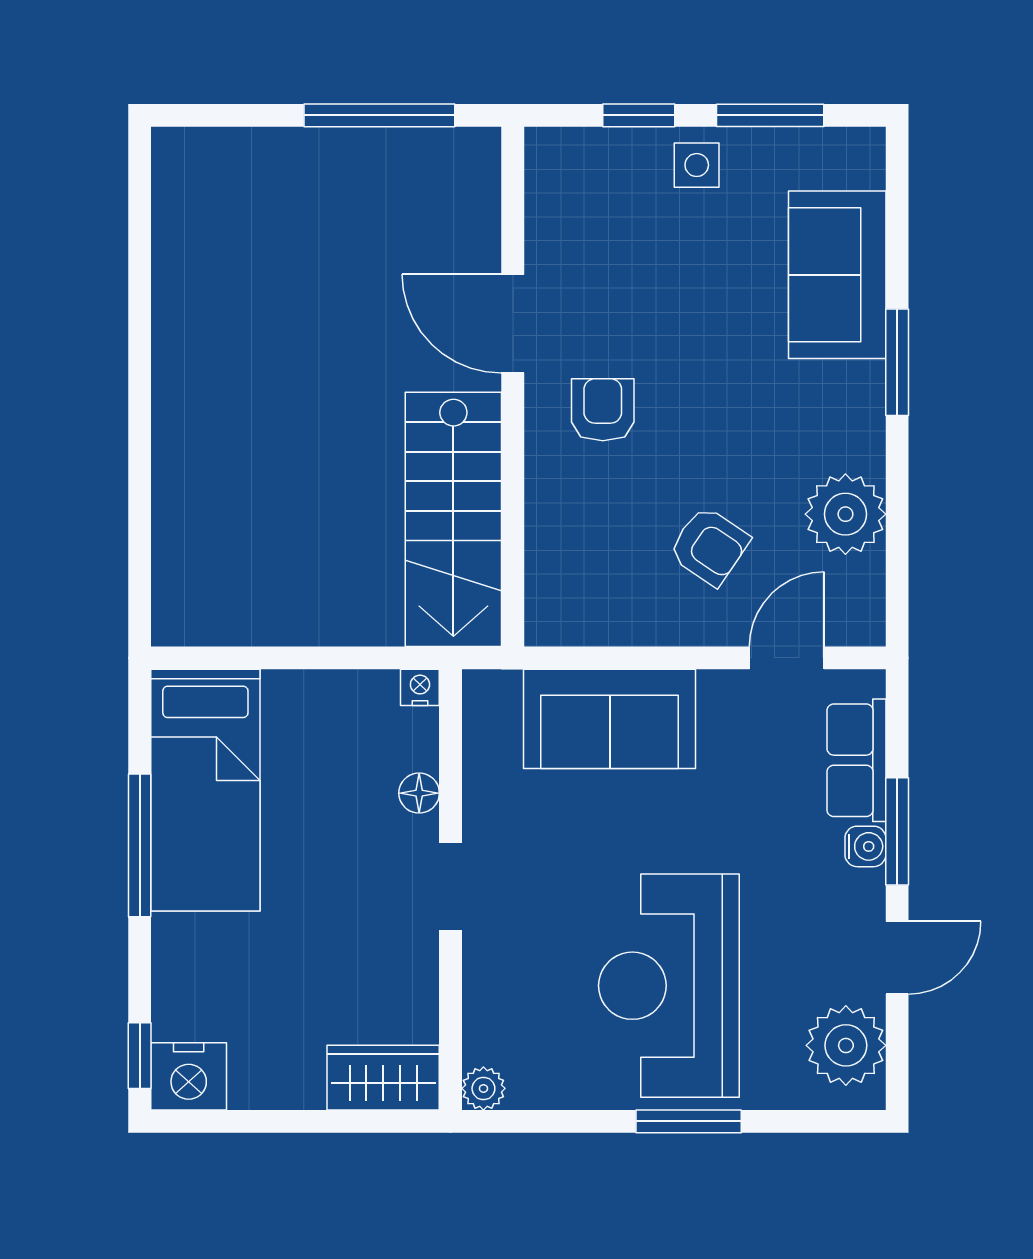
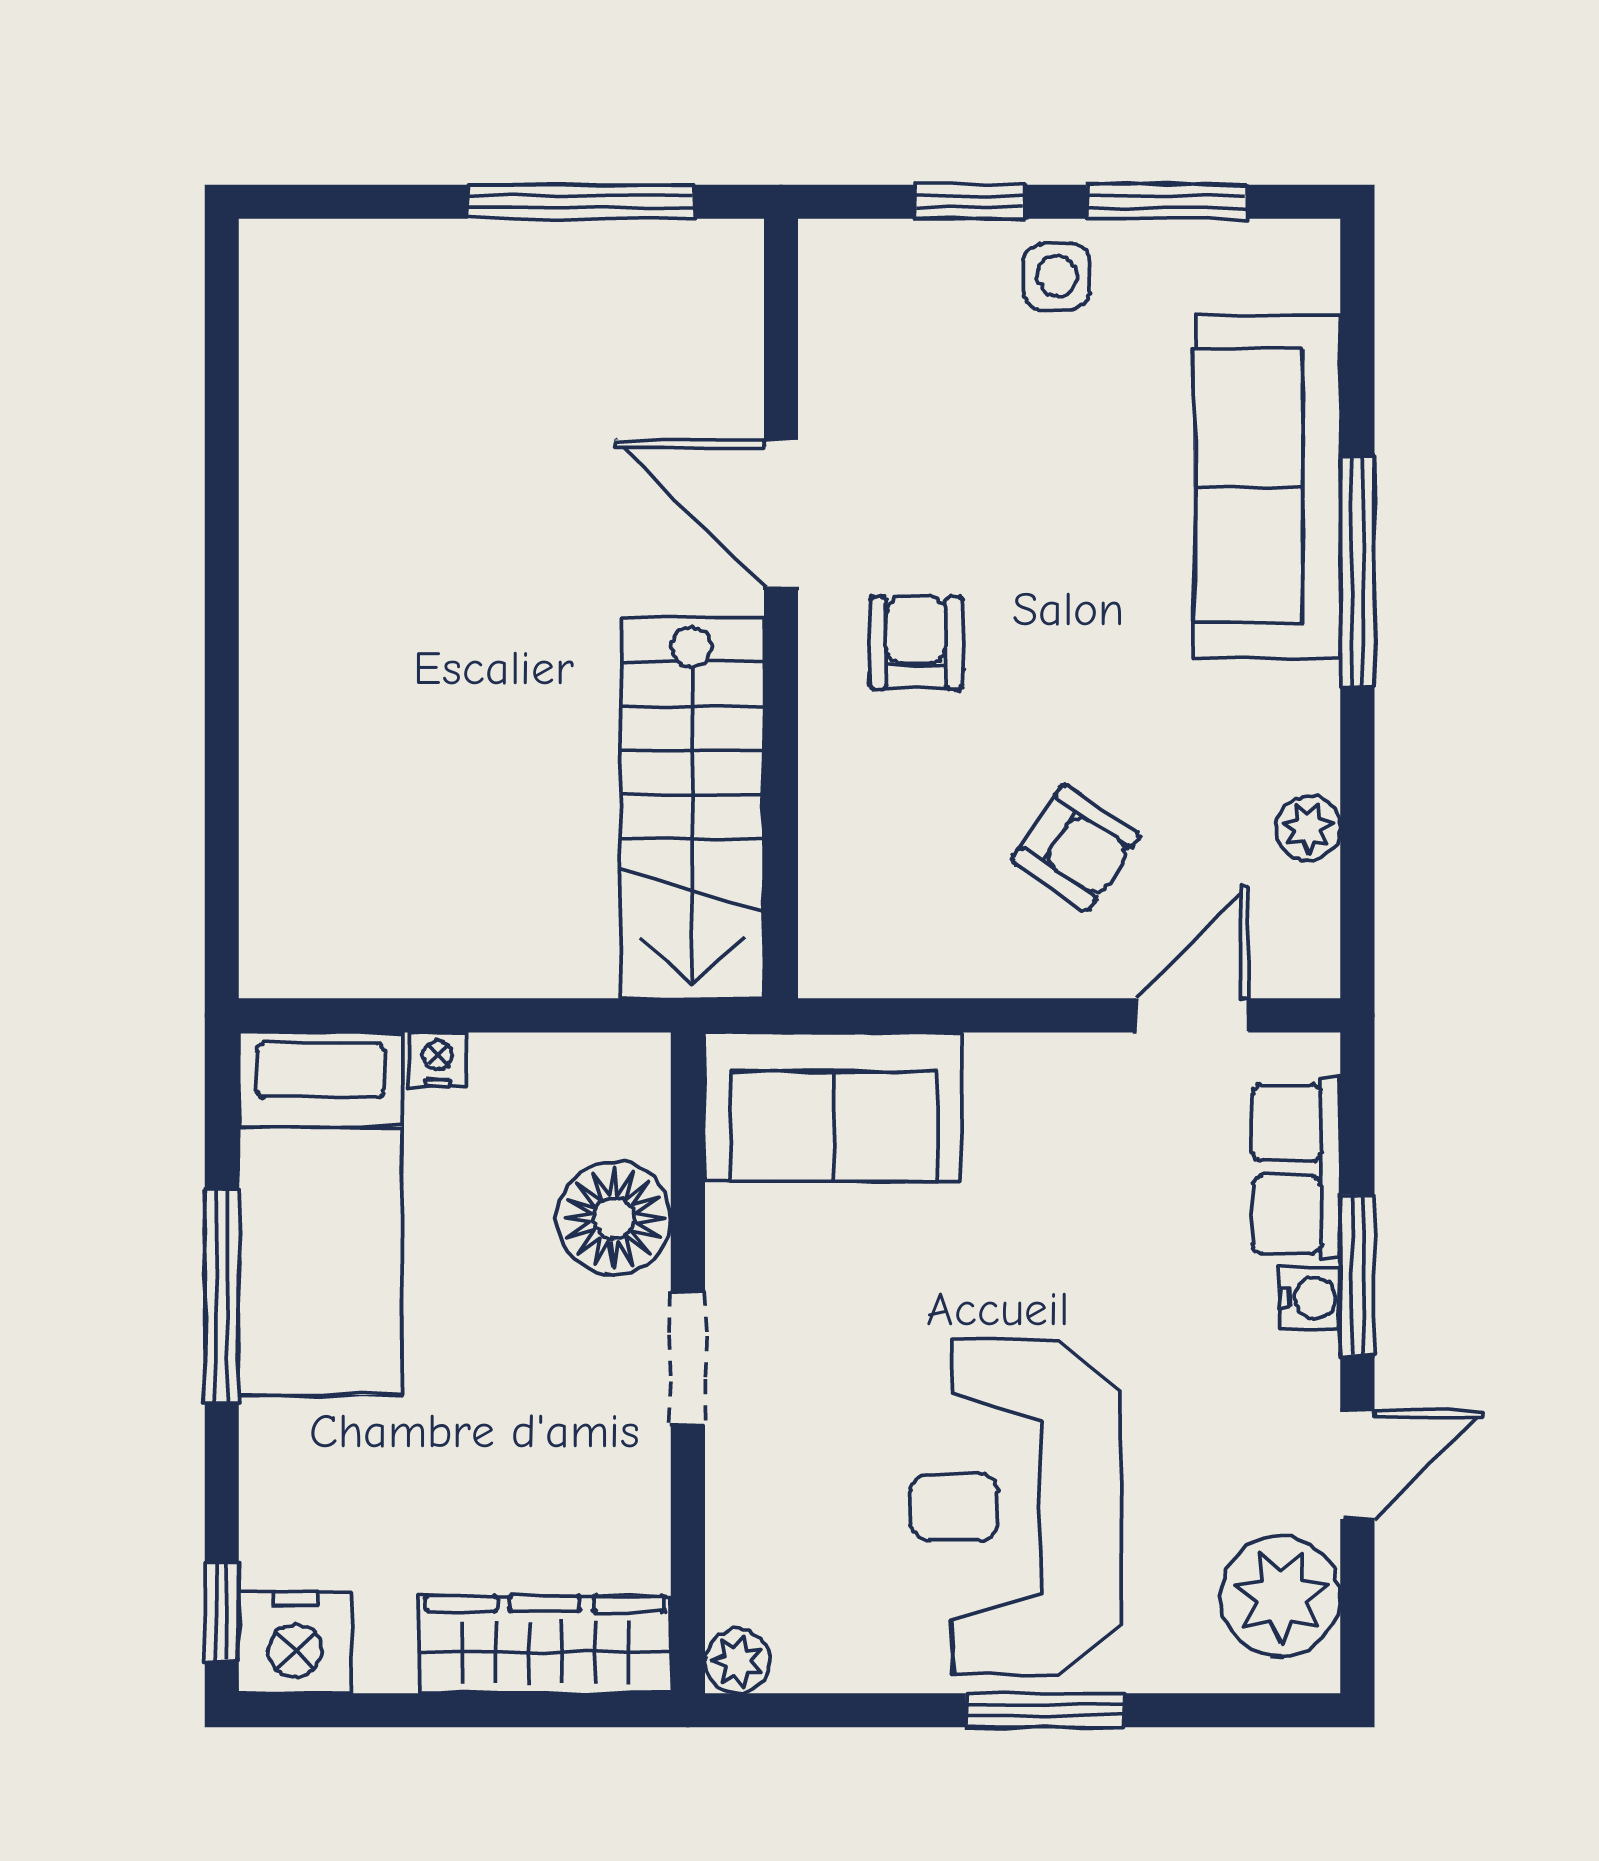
sofa: (837, 275) -> (1268, 486), width x1.36
window: (897, 362) -> (1357, 572), width x1.44
plant: (845, 514) -> (1308, 828), width x0.53, depth x0.53
nightstand: (420, 687) -> (437, 1060), moved
sofa: (610, 719) -> (833, 1107), moved
floor lamp: (419, 793) -> (614, 1218), width x1.89, depth x1.89
wardrobe: (383, 1078) -> (545, 1645), width x1.50

